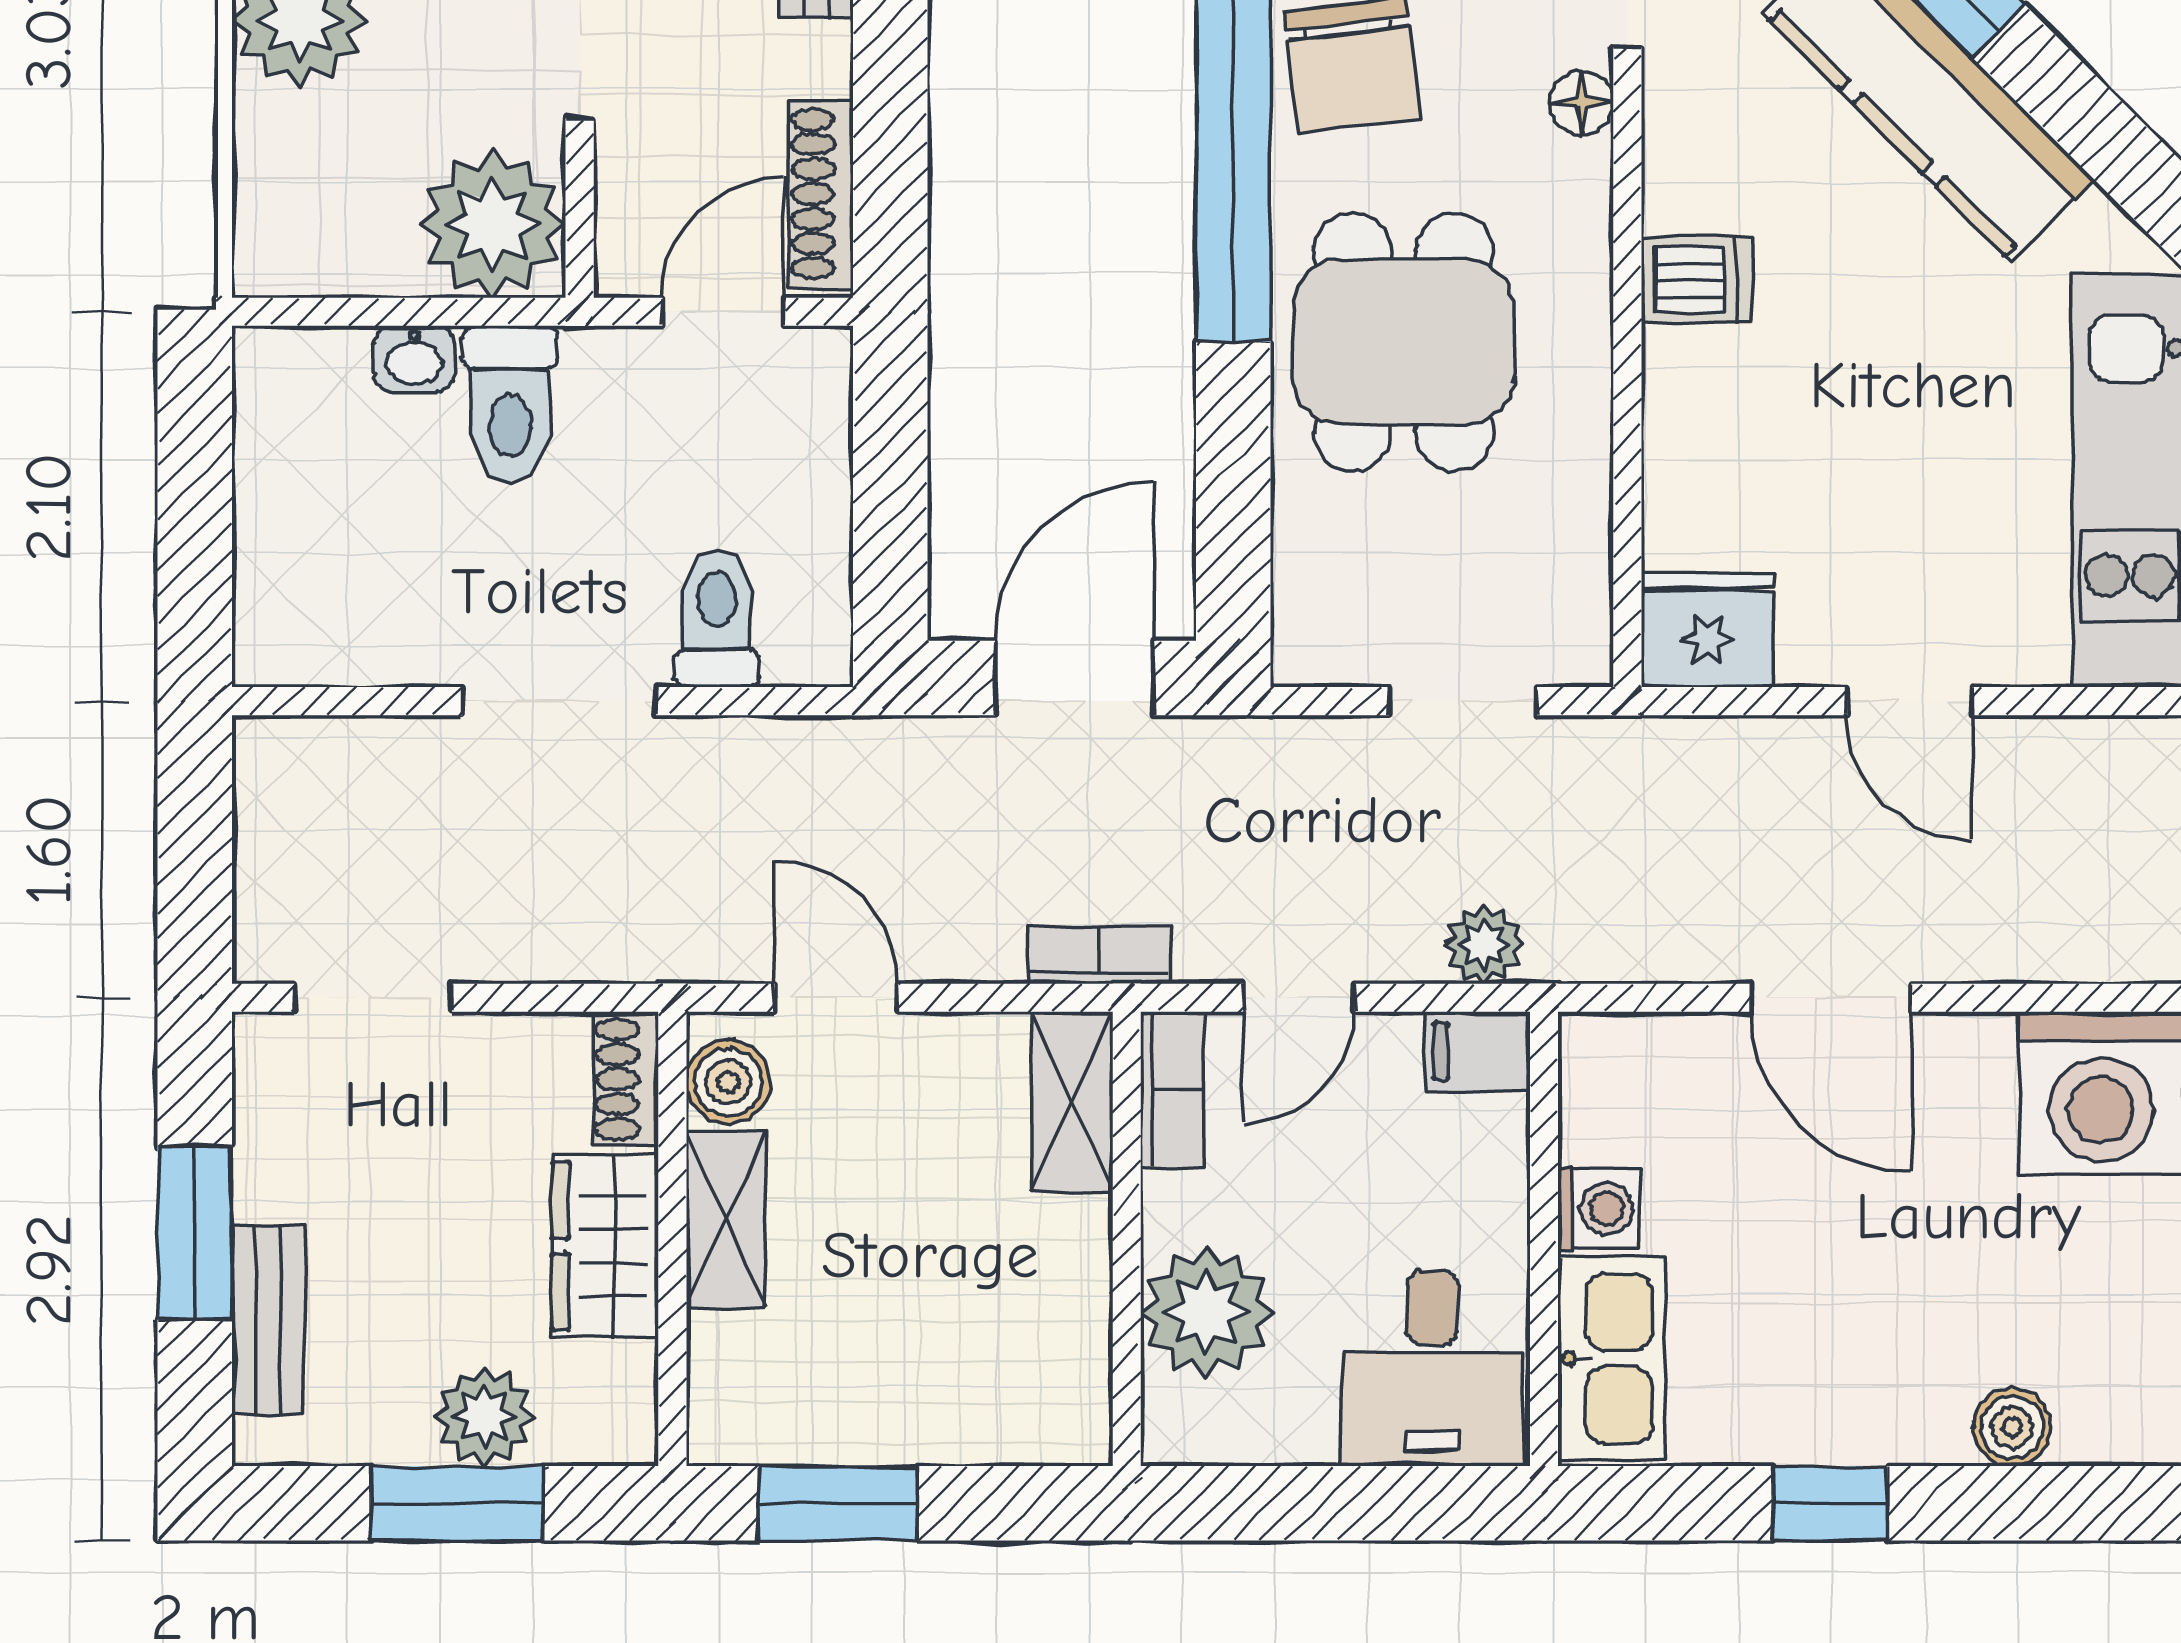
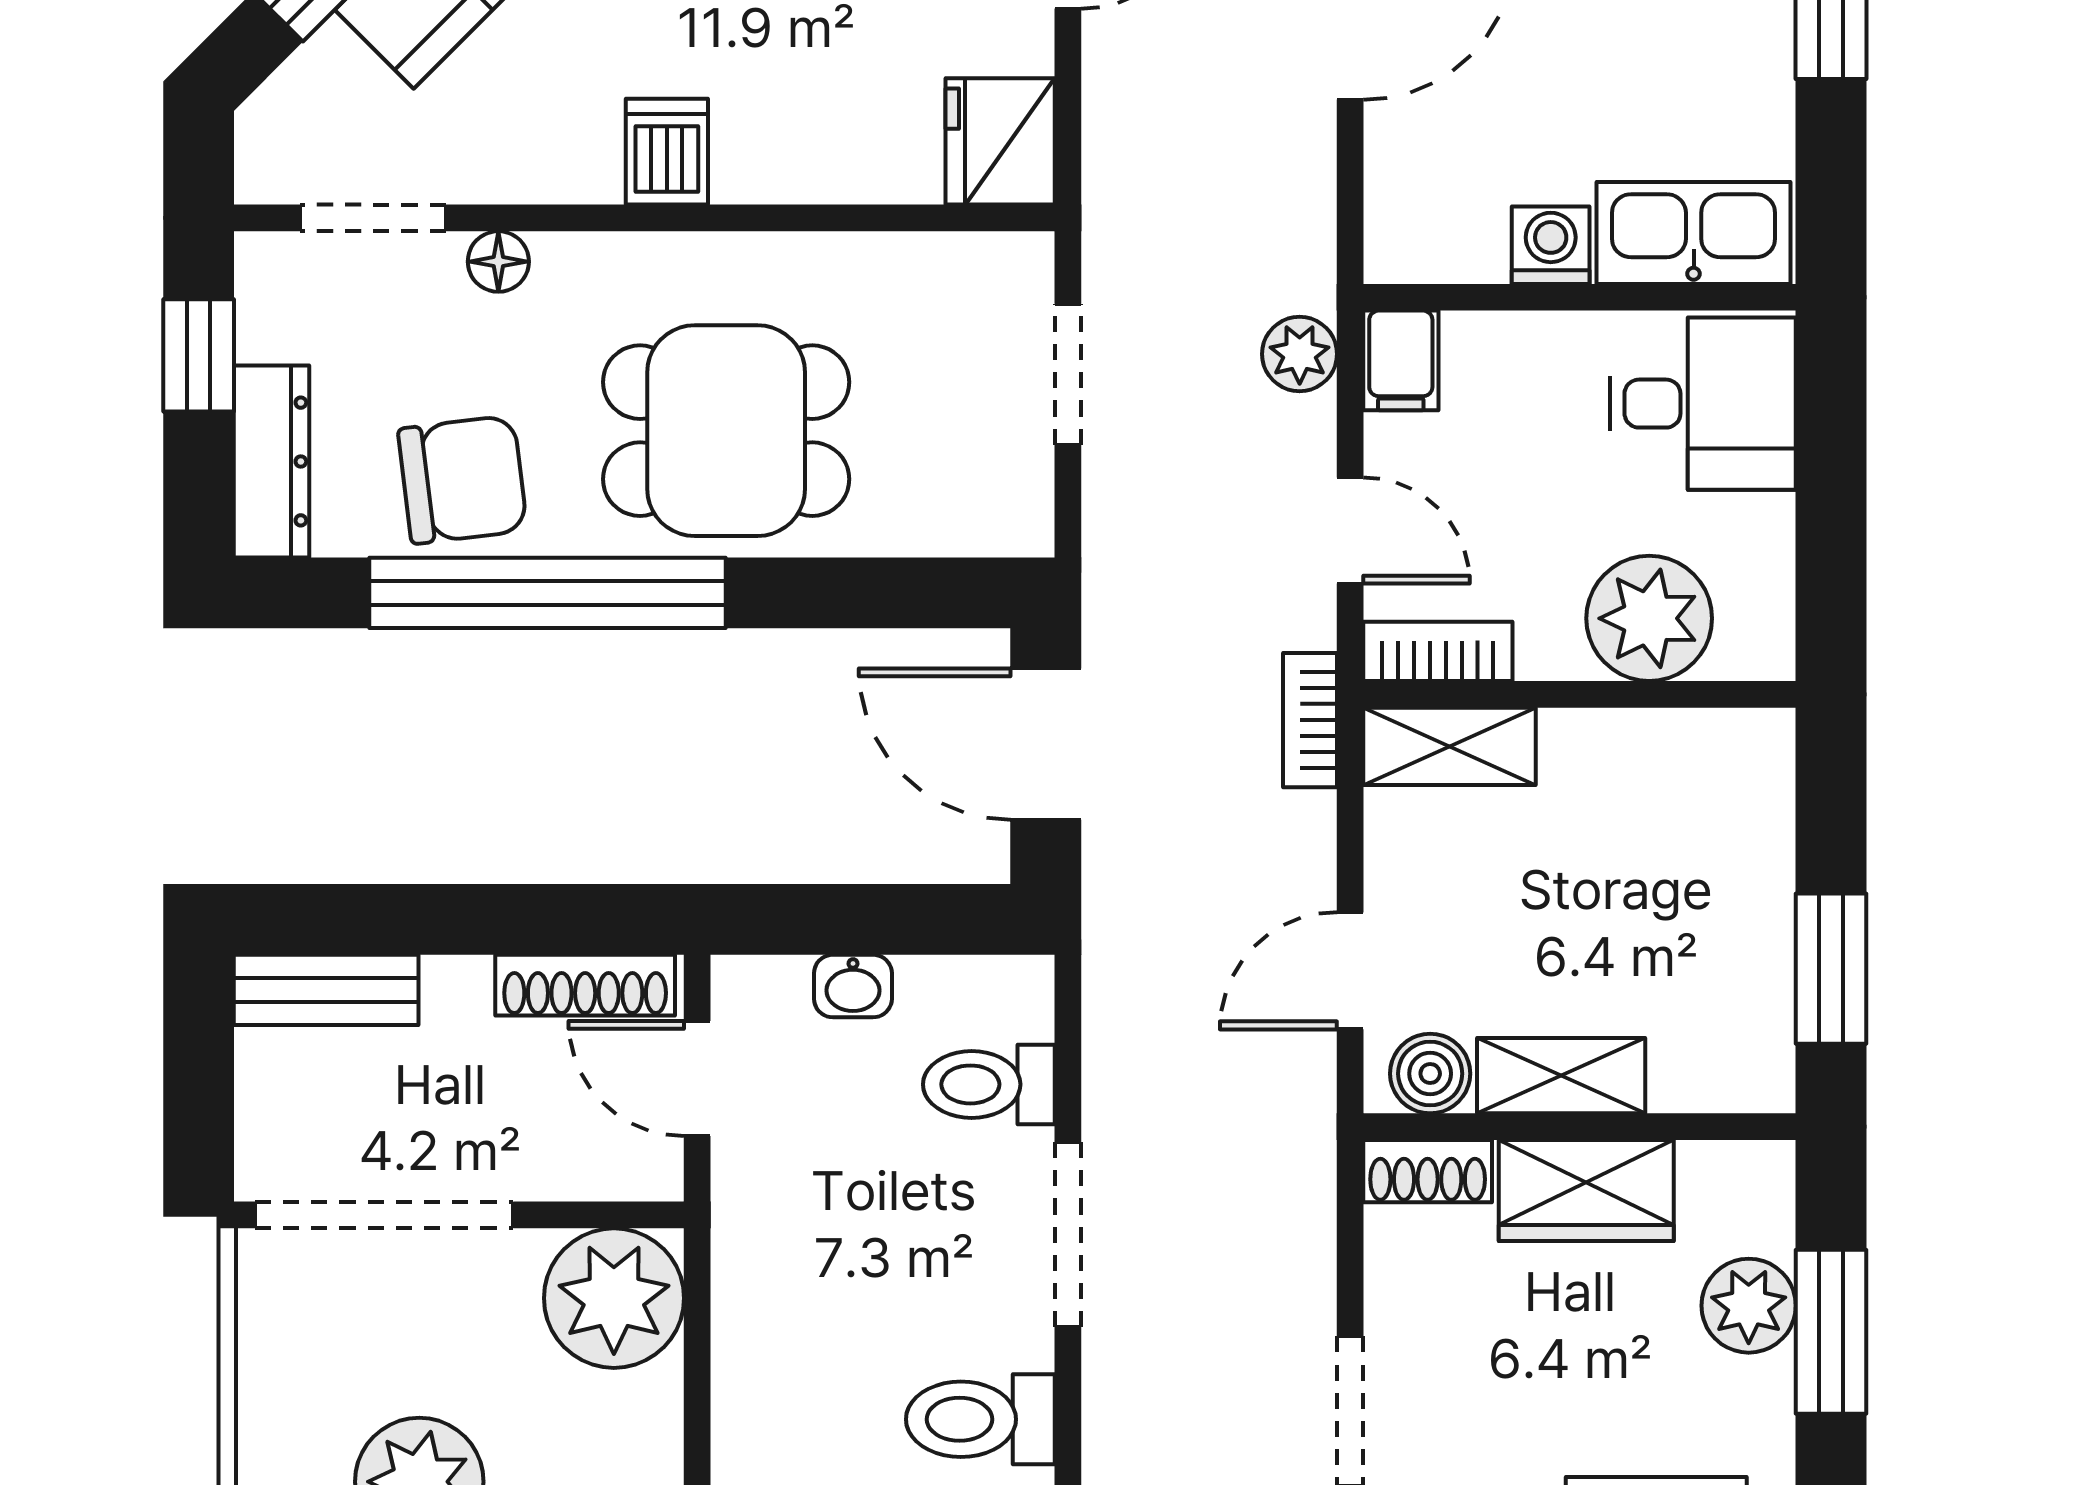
washbasin: (414, 359) -> (853, 986), moved, turned 90
toilet: (510, 404) -> (980, 1419), moved, turned 180

